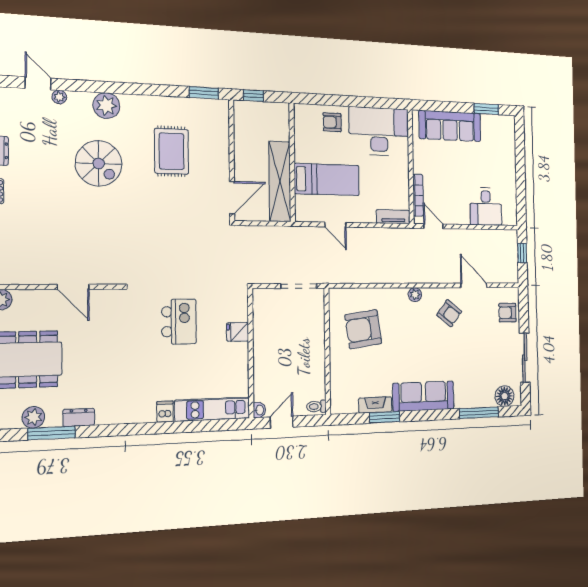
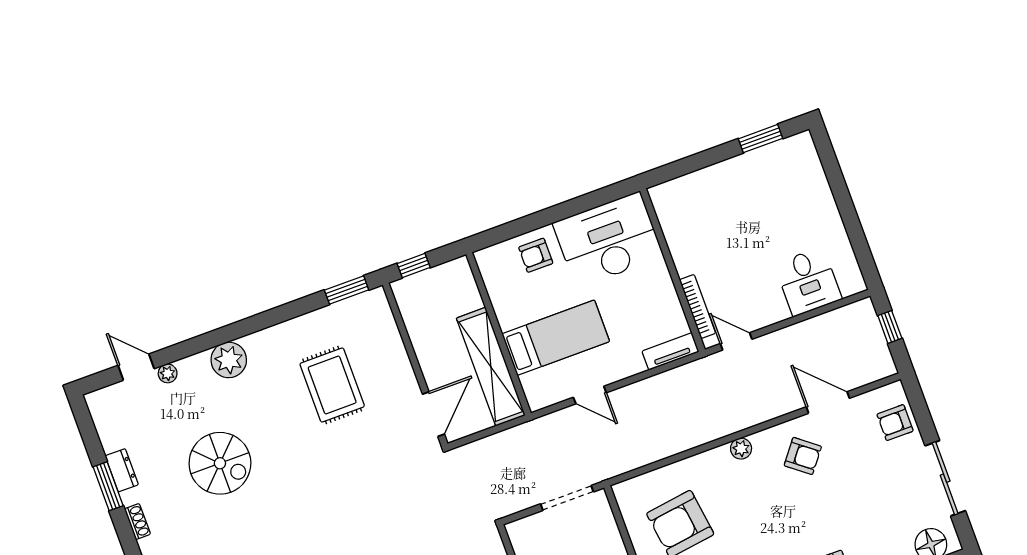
sofa: (450, 126) -> (712, 187), removed
spiral stairs: (99, 163) -> (220, 463), moved

